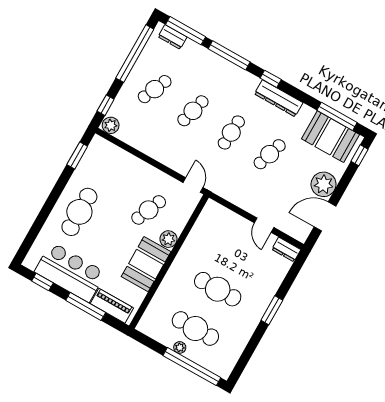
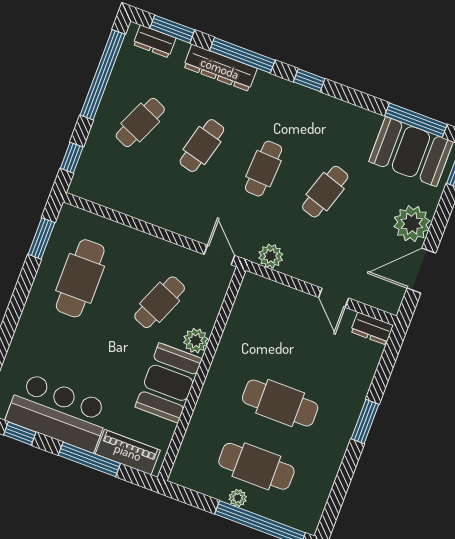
window: (186, 31) -> (172, 29), width x0.69
dresser: (279, 98) -> (220, 68), moved
plant: (111, 125) -> (271, 256), moved
cafe table: (79, 212) -> (80, 278), moved

